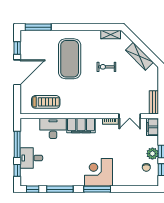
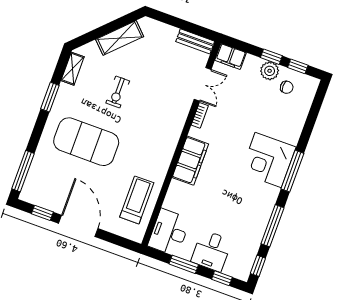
window: (89, 27) -> (50, 97), added
desk: (53, 128) -> (169, 232), moved
window: (17, 144) -> (184, 264), width x0.69

